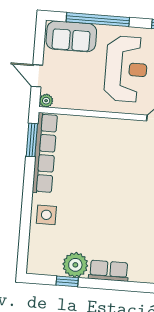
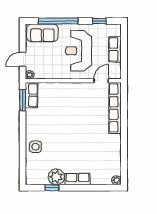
reception desk: (126, 69) -> (79, 51), turned 180
door: (37, 76) -> (23, 59), hinge flipped
row of seats: (45, 153) -> (31, 95), width x0.50

